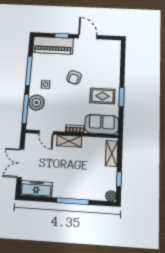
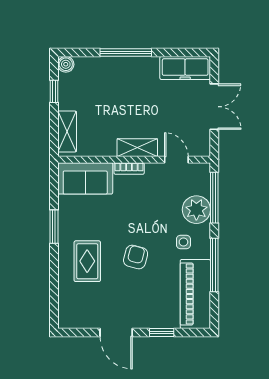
piano: (53, 45) -> (195, 294), moved, turned -90
rug: (103, 96) -> (87, 261), moved, turned 90

